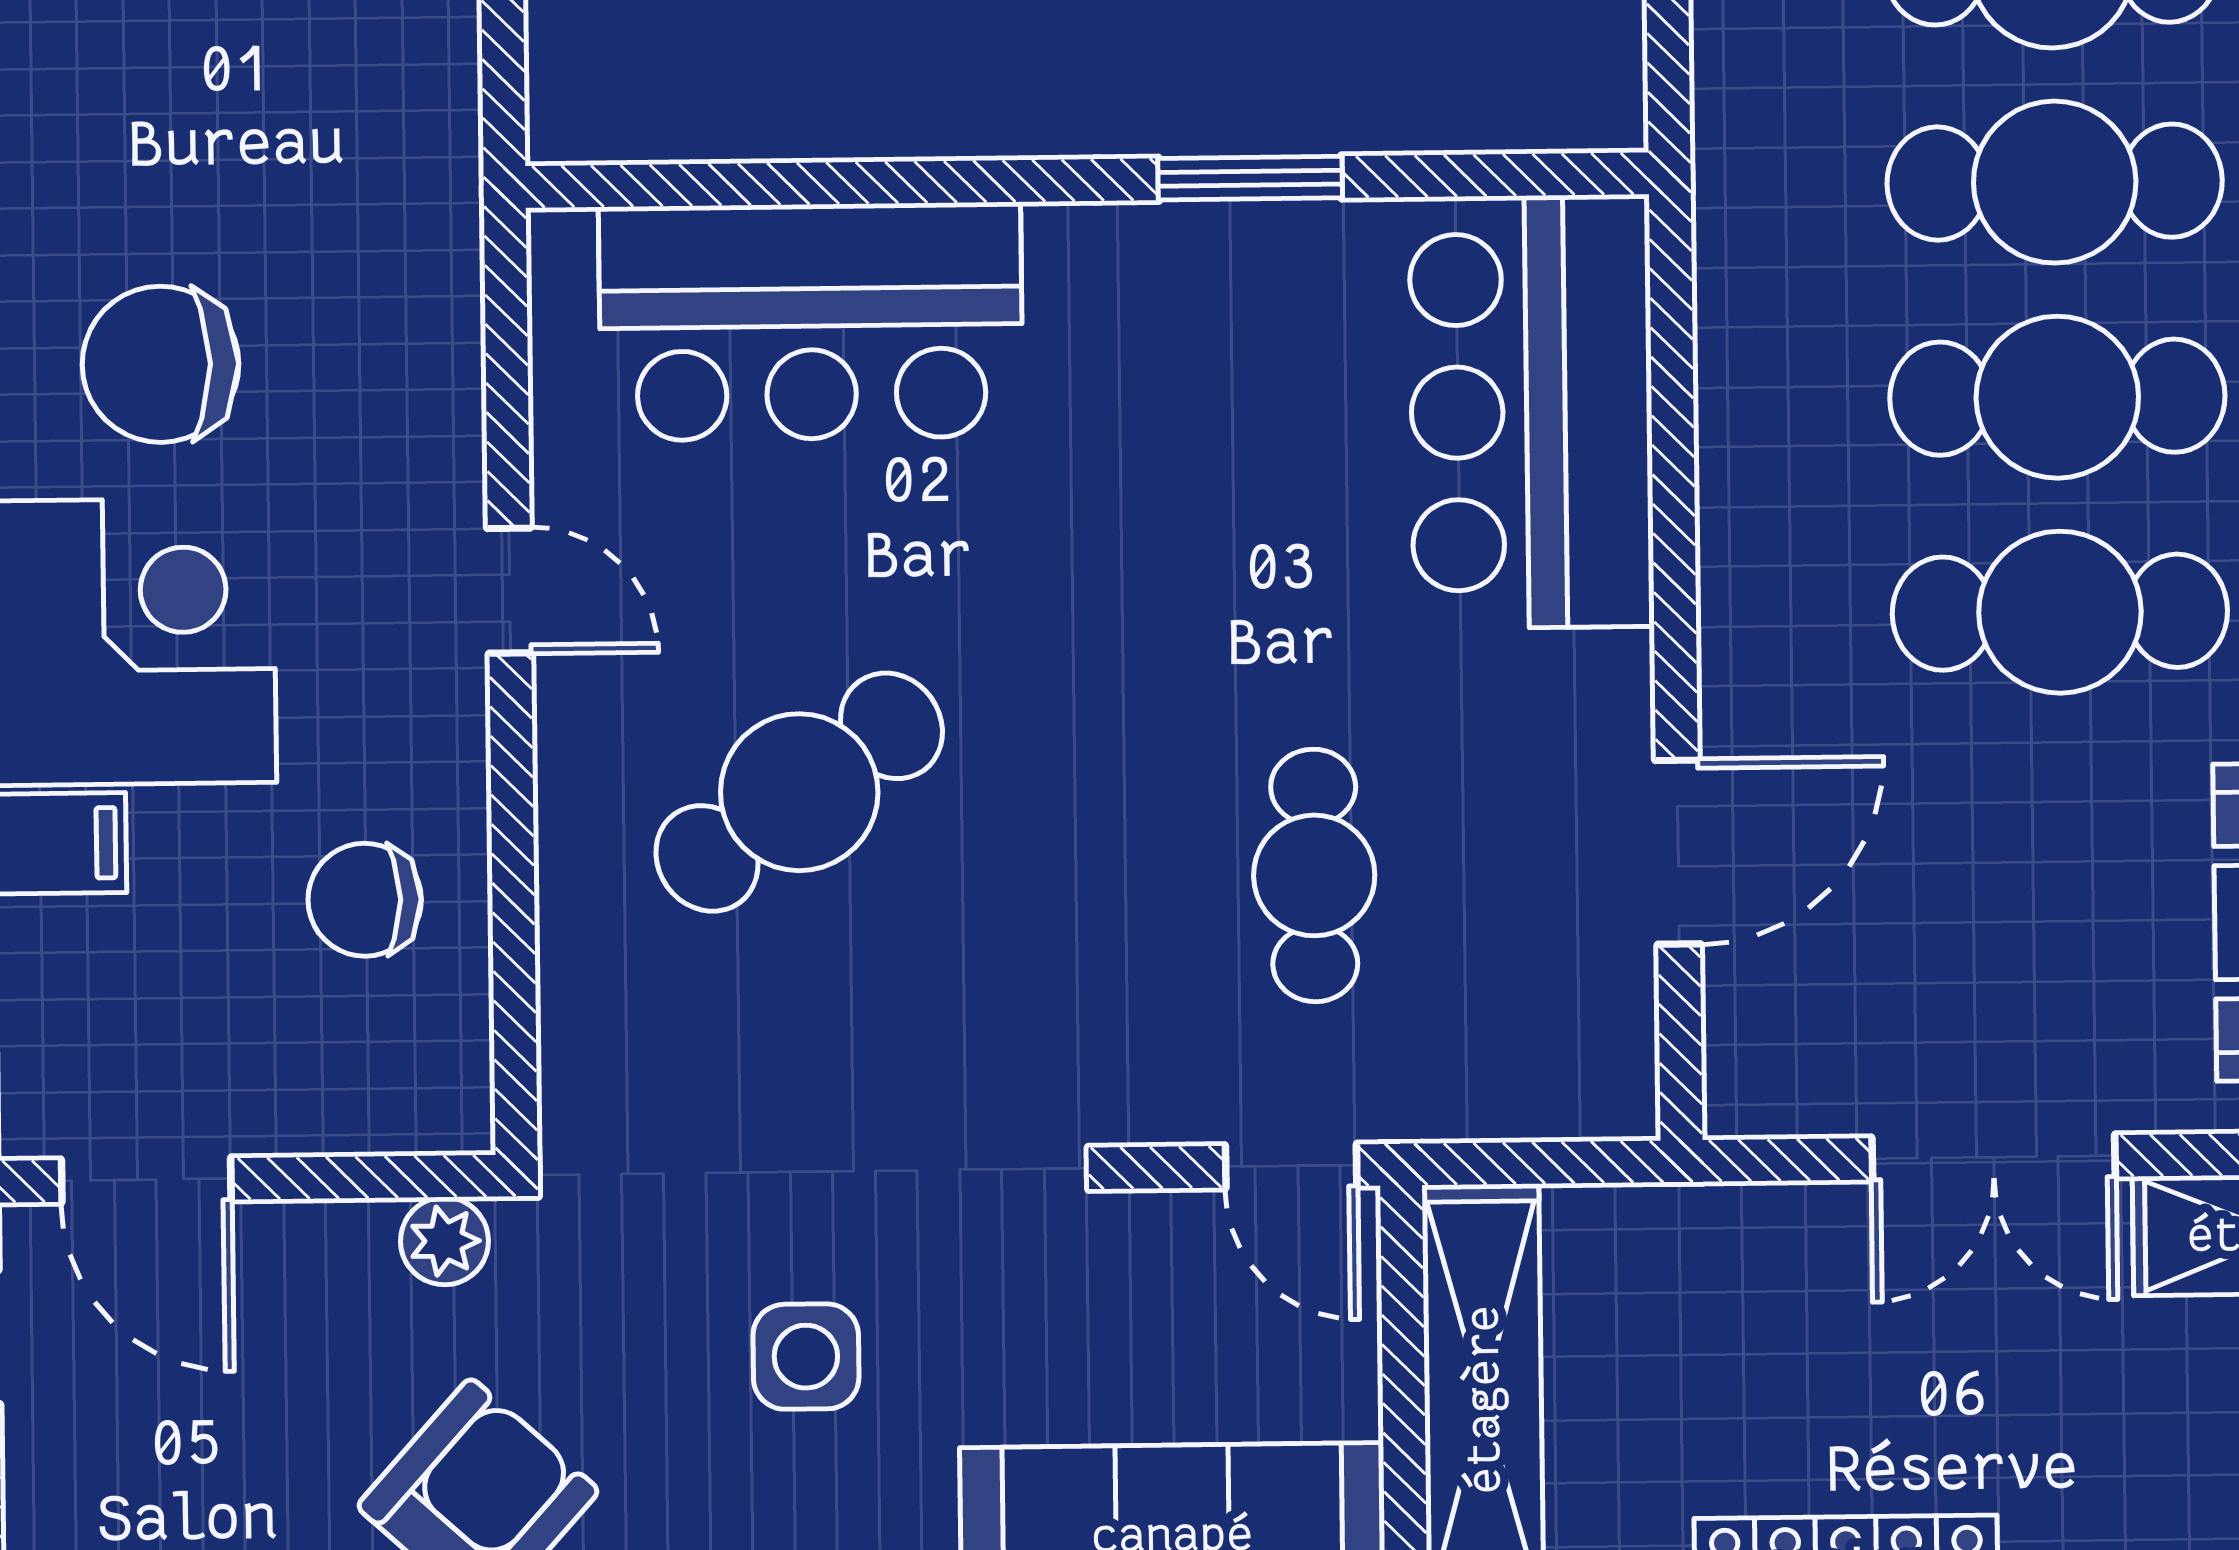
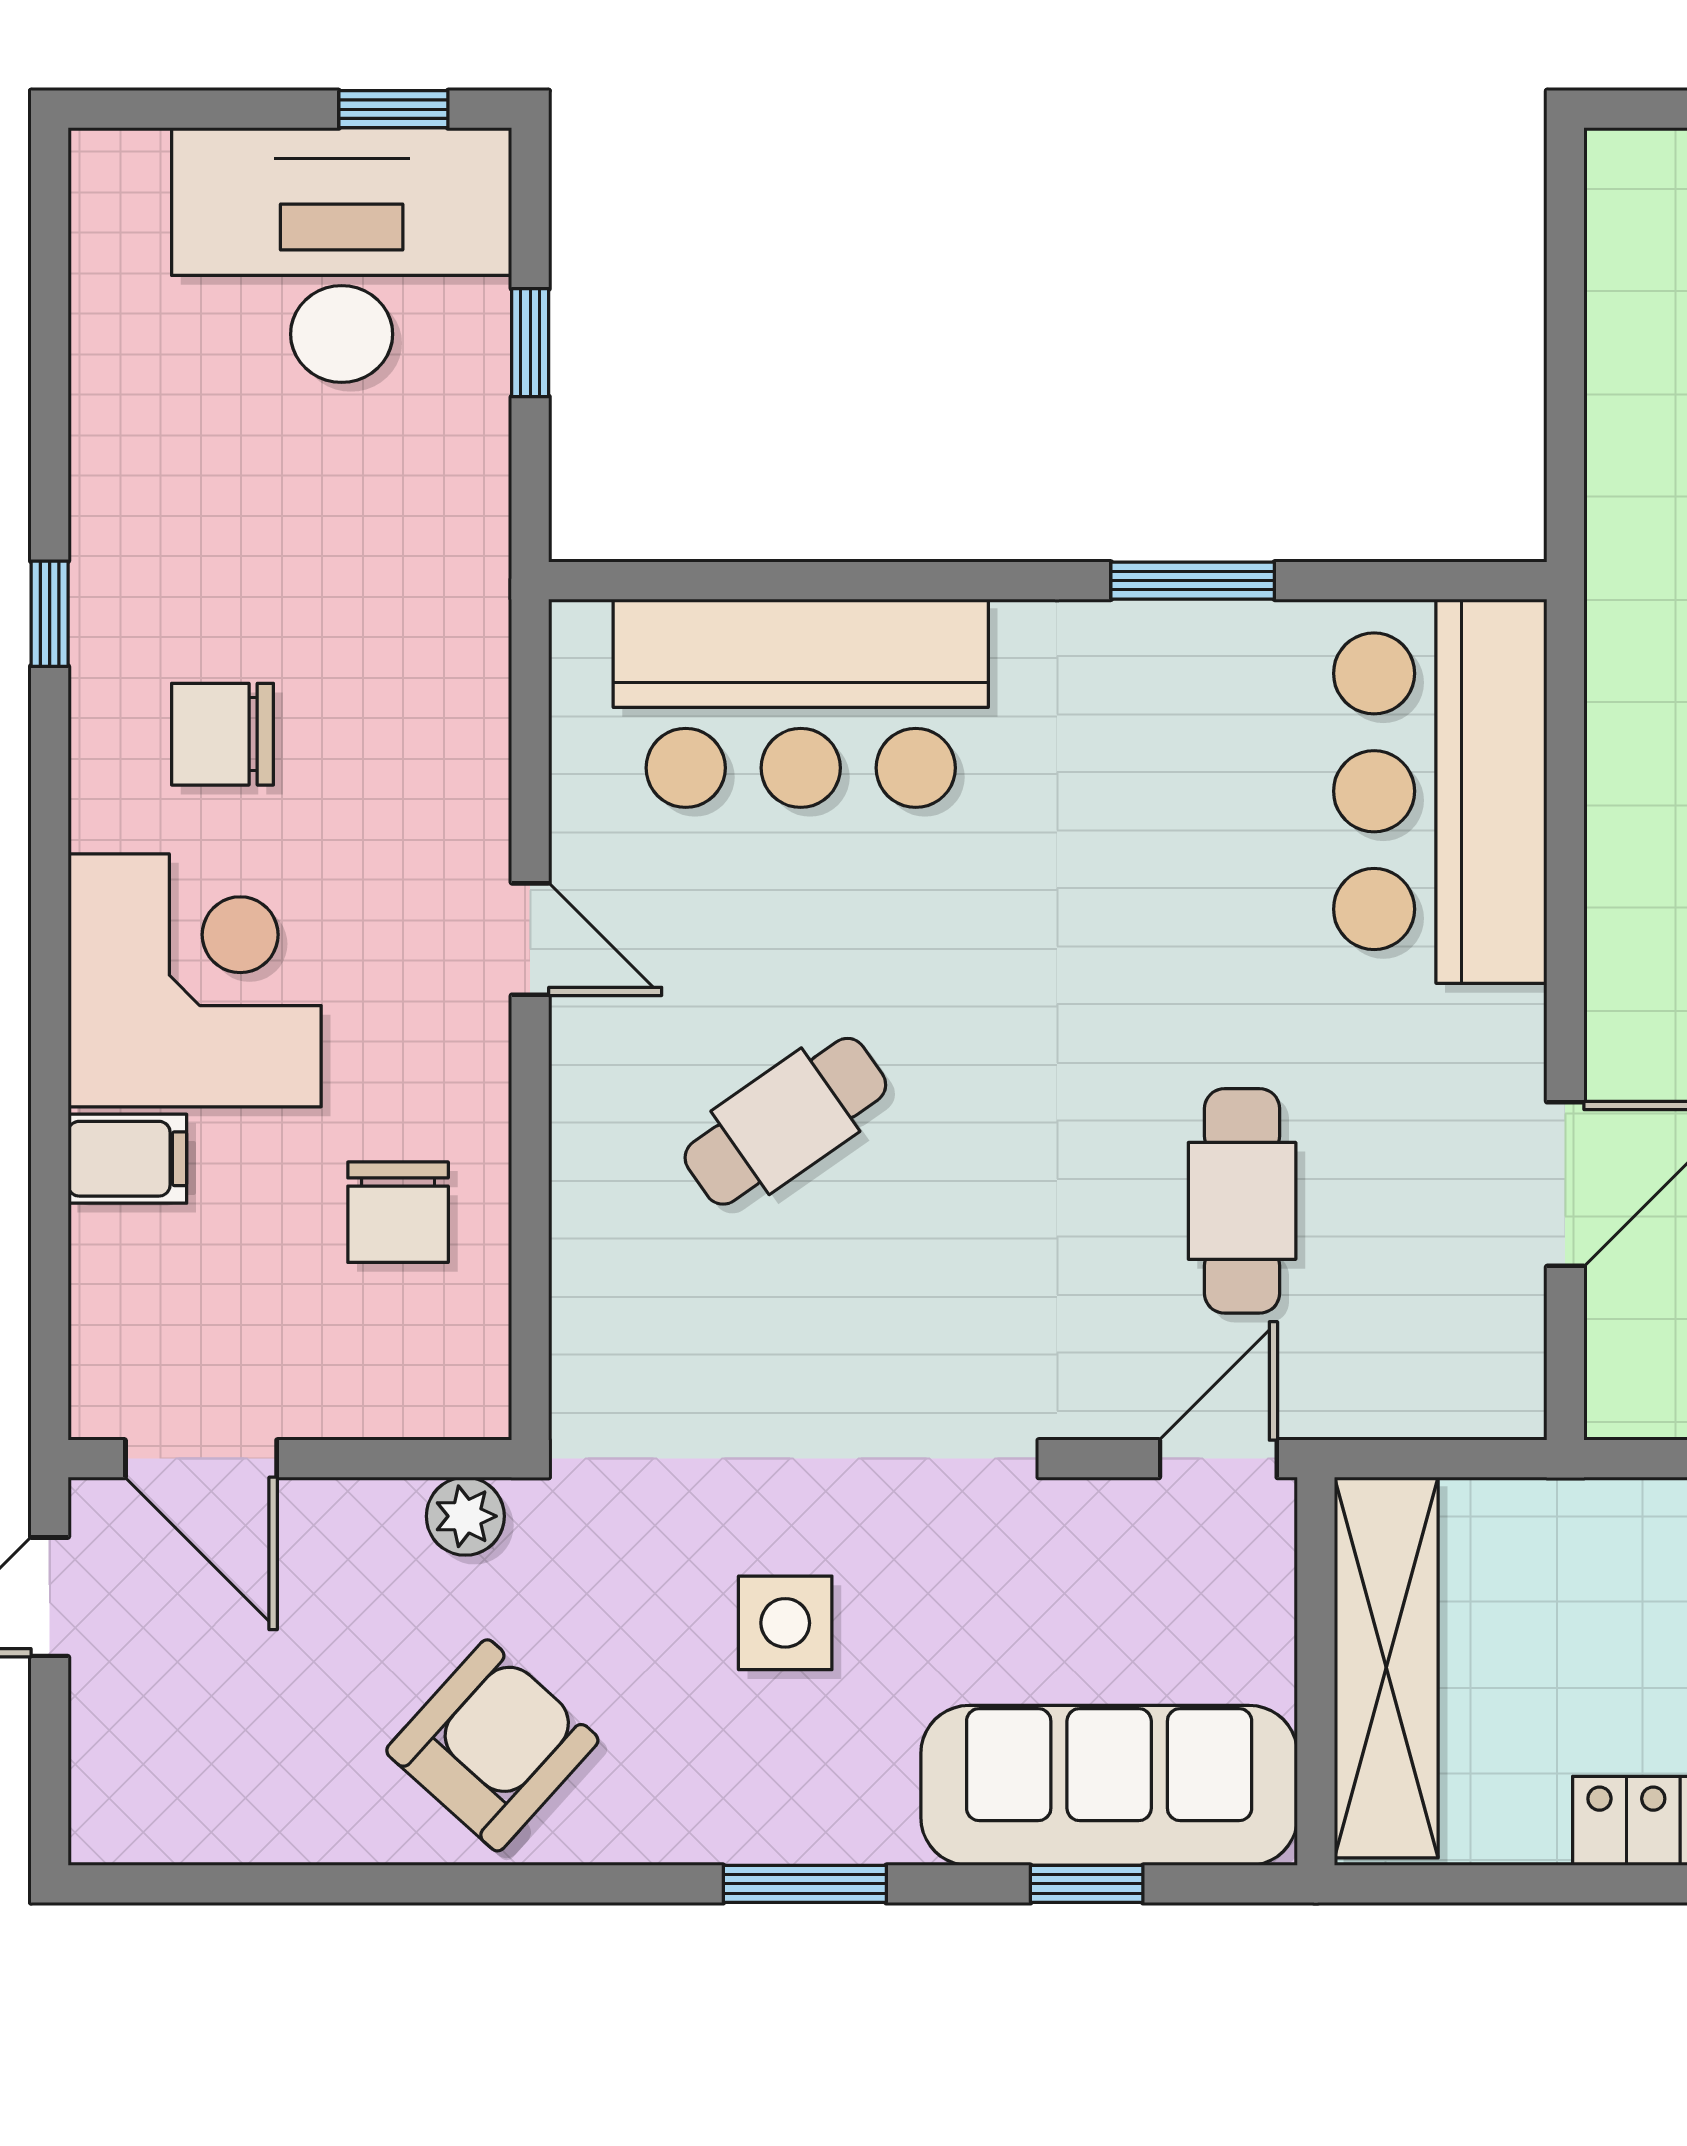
chair: (160, 364) -> (223, 734), width x0.73, depth x0.73
cafe table: (799, 792) -> (785, 1121), width x0.73, depth x0.74
chair: (365, 900) -> (398, 1212), turned -90
door: (1291, 1166) -> (1218, 1459), swing flipped

